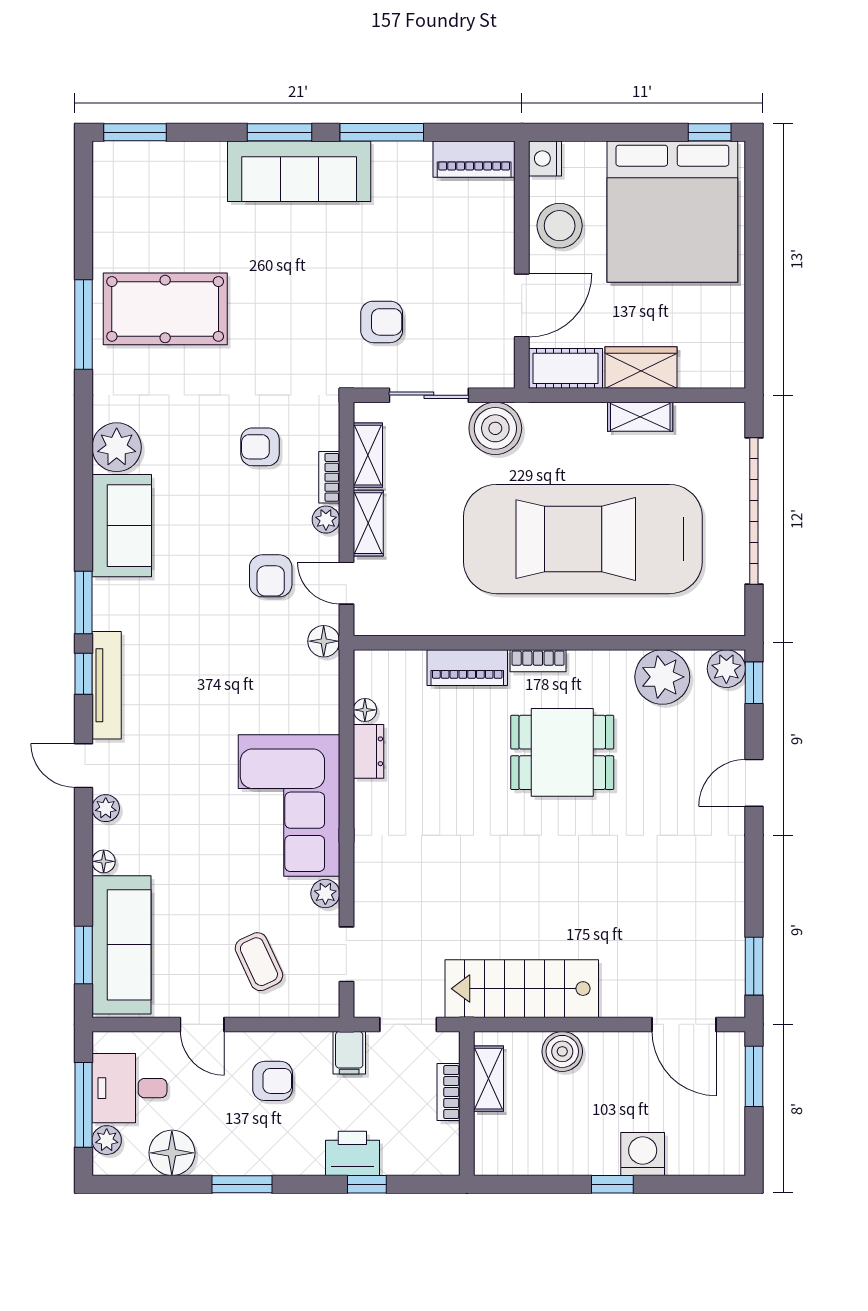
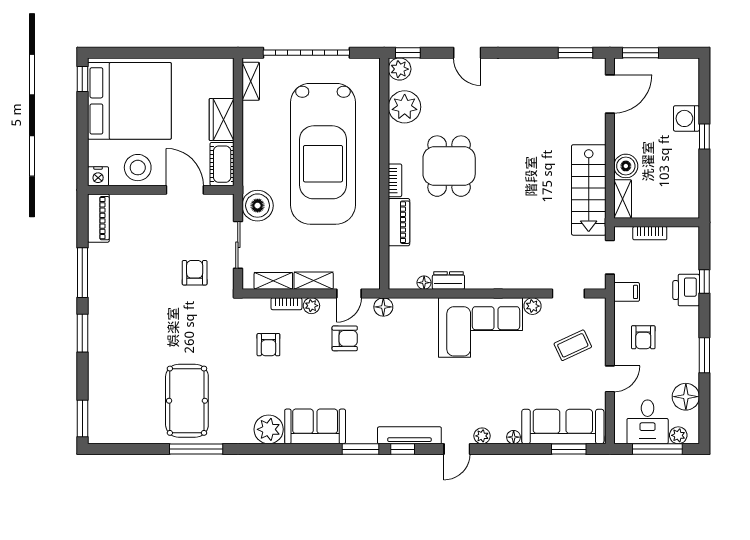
sofa: (299, 171) -> (106, 322), removed
shelving: (640, 417) -> (251, 81), moved
shelving: (488, 1079) -> (623, 199), moved, turned 90
armchair: (273, 1081) -> (643, 337), turned 180

